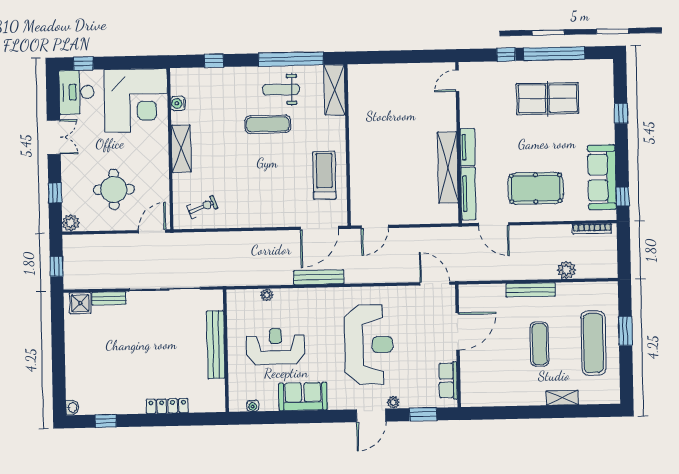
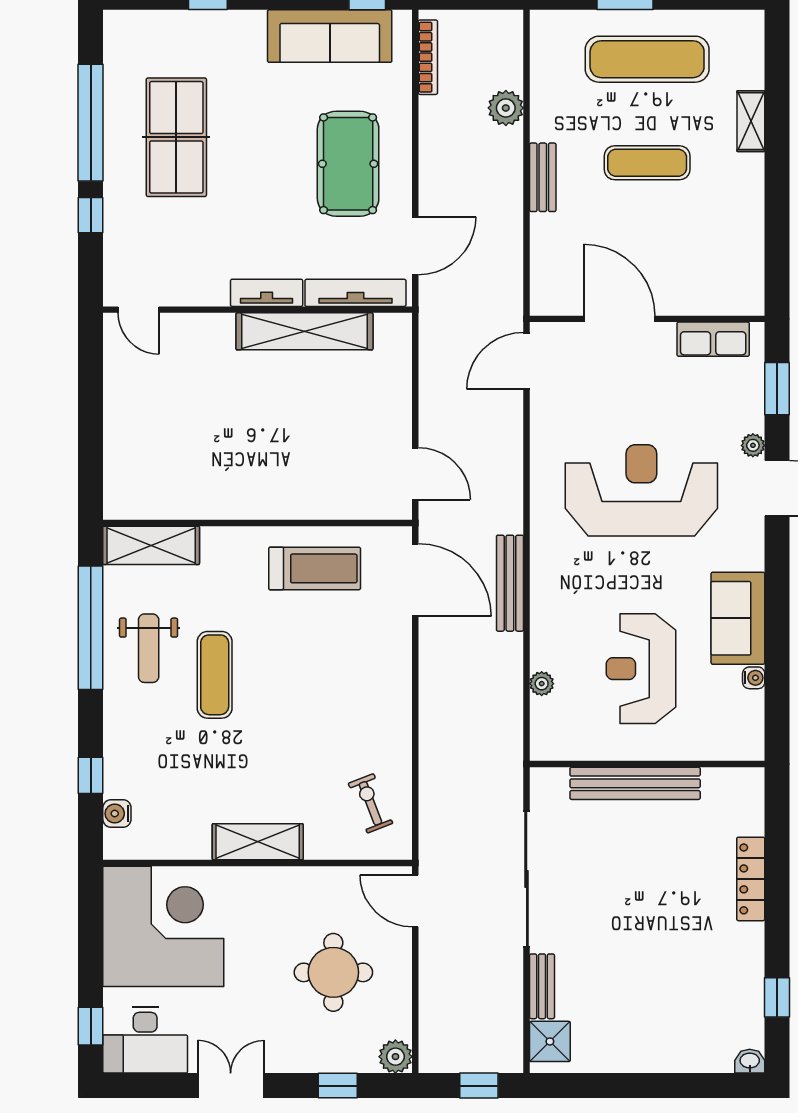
water cooler: (178, 103) -> (117, 814), moved, turned 90
treadmill: (324, 175) -> (315, 568), turned 180
bench: (531, 290) -> (543, 177), width x0.73
water cooler: (253, 406) -> (754, 678), moved

